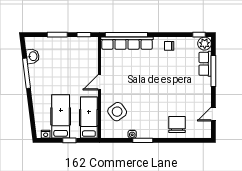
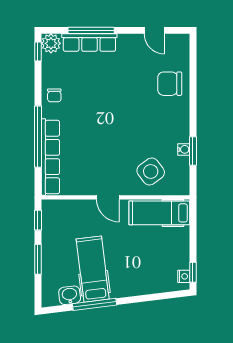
window: (126, 35) -> (38, 137), moved
row of seats: (205, 64) -> (89, 43), width x1.48
hospital bed: (61, 116) -> (93, 269), moved, turned 83
window: (69, 140) -> (193, 272), moved
window: (143, 140) -> (193, 151), moved

